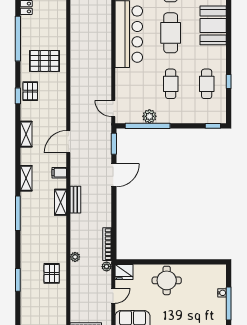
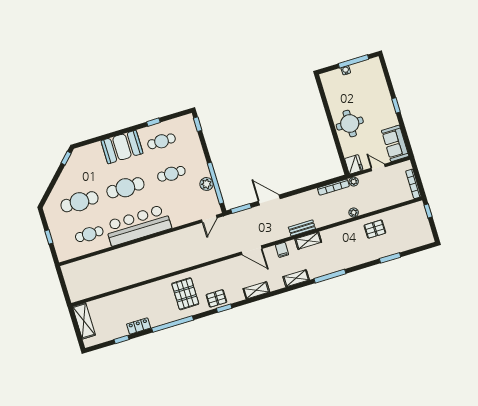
booth: (213, 25) -> (122, 147), moved

